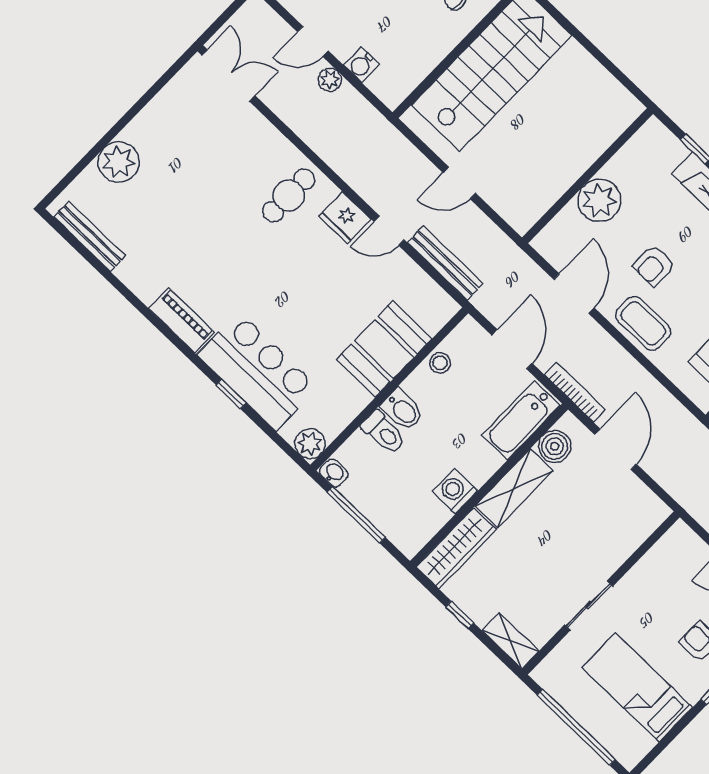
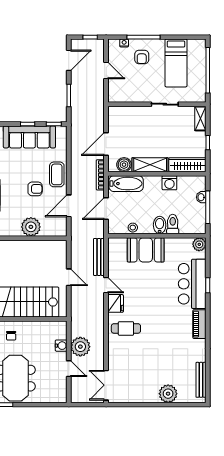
plant: (330, 80) -> (80, 347), width x1.87, depth x1.87
washbasin: (334, 473) -> (201, 197), moved

